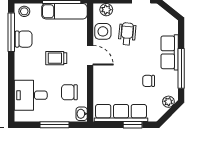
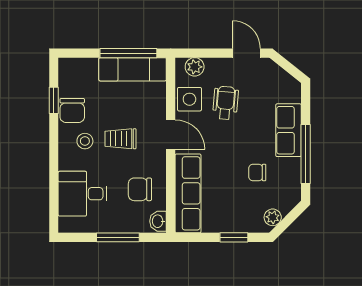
stool: (24, 11) -> (85, 141), moved
window: (11, 32) -> (54, 100), width x0.46
chair: (24, 39) -> (72, 110), turned 90
plant: (168, 102) -> (273, 217), moved
row of seats: (121, 113) -> (188, 193), moved, turned 90

